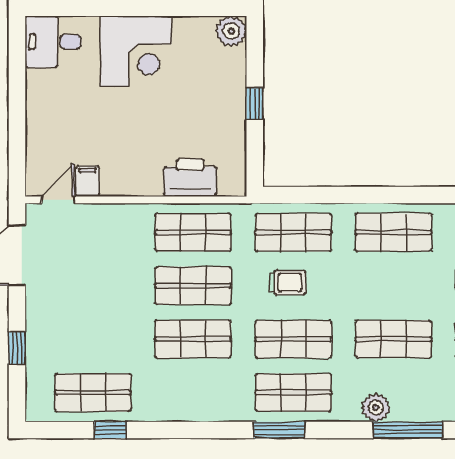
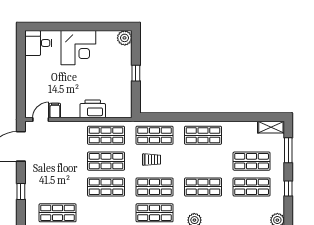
printer: (190, 178) -> (93, 109), moved

